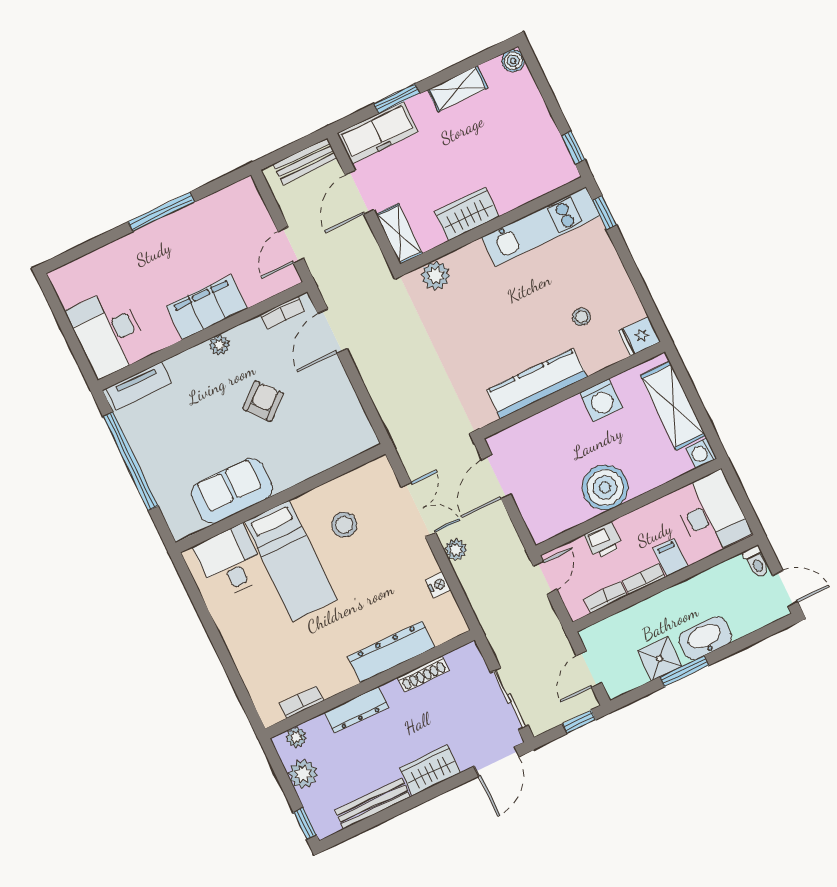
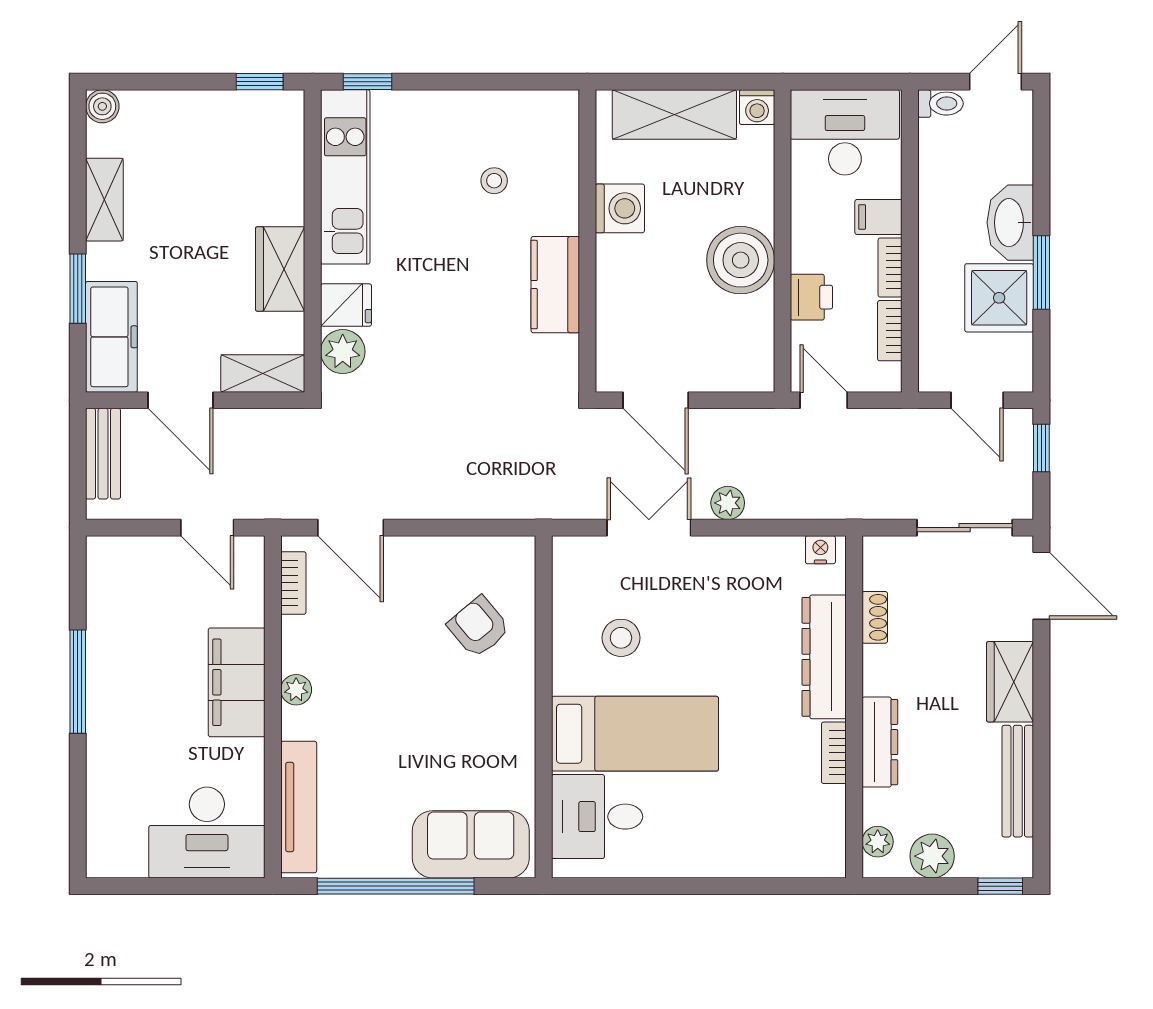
fridge: (639, 336) -> (346, 305), moved, turned -90
kitchen counter: (537, 383) -> (555, 285), width x0.67
tv unit: (138, 386) -> (299, 807), width x1.41
armchair: (263, 401) -> (479, 627), moved
sofa: (232, 491) -> (471, 844), moved, turned 90
nightstand: (438, 585) -> (820, 550), moved
shower: (660, 659) -> (999, 298), width x1.36, depth x1.36
shoe rack: (423, 674) -> (875, 617), width x0.70
bookcase: (302, 702) -> (834, 753), moved

